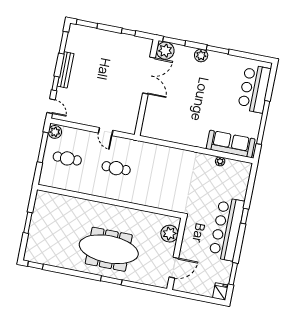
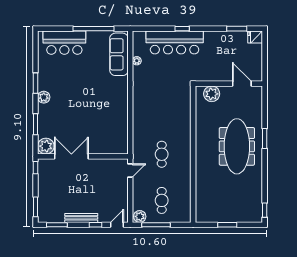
plant: (165, 51) -> (46, 146), moved
double door: (149, 76) -> (71, 156), moved
wall: (147, 88) -> (83, 156), moved
bar counter: (227, 229) -> (175, 42), moved

